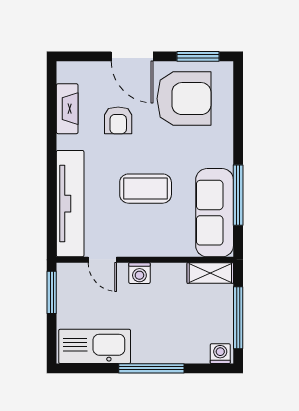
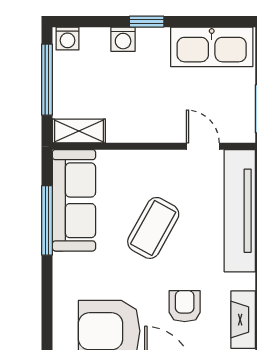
coffee table: (146, 189) -> (153, 228), turned -61
washing machine: (139, 273) -> (123, 39), moved, turned 180
window: (151, 368) -> (147, 22), width x0.46

